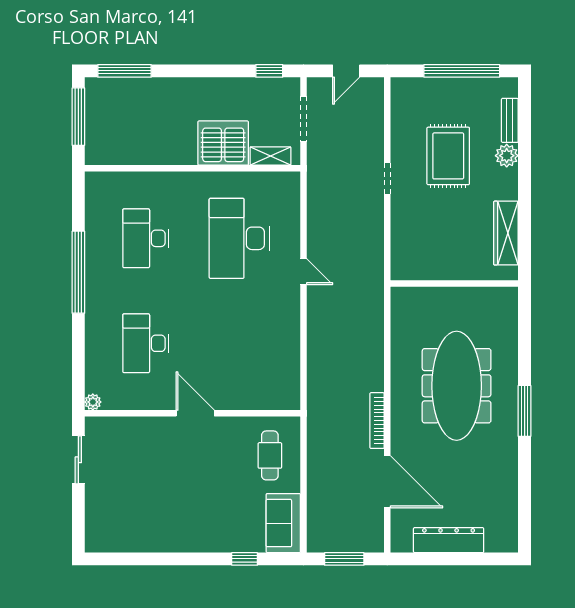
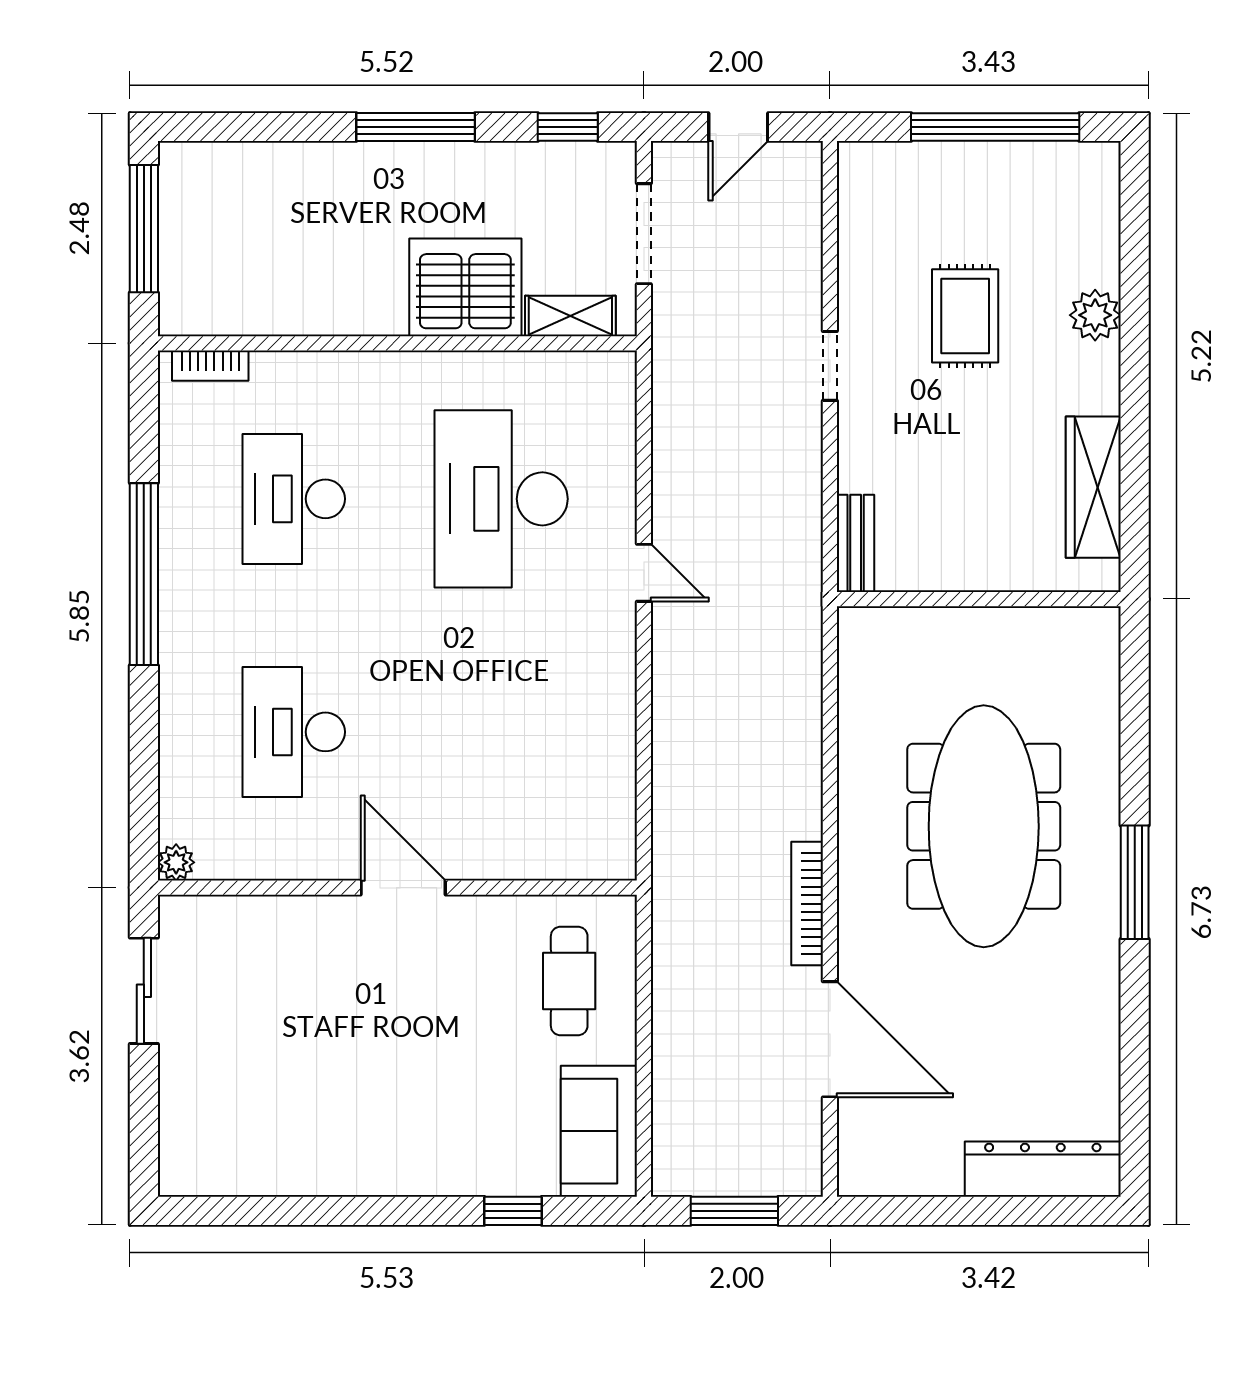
window: (124, 71) -> (416, 127), moved
bench: (510, 120) -> (856, 543), moved
rug: (448, 156) -> (965, 316), width x0.73, depth x0.70
bookcase: (108, 178) -> (210, 366), added
dresser: (449, 540) -> (1043, 1169), moved

